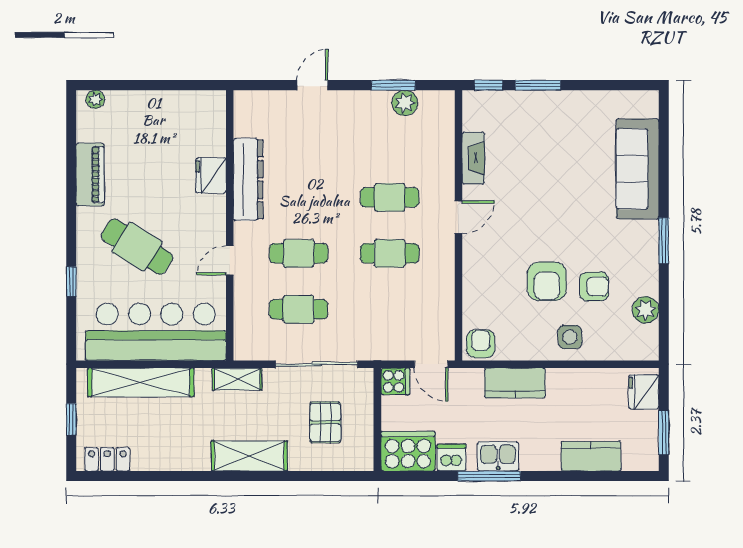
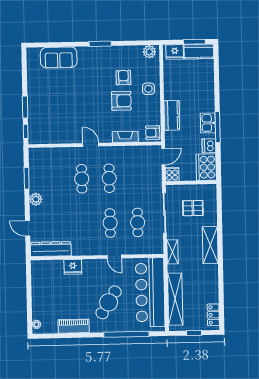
door: (312, 85) -> (28, 228), moved
plant: (405, 103) -> (36, 199), moved
fireplace: (473, 158) -> (125, 137), moved
sofa: (637, 169) -> (59, 58), width x0.73
dresser: (248, 179) -> (51, 249), moved
window: (71, 282) -> (126, 334), width x3.17
plant: (645, 310) -> (149, 52), moved
kitchen counter: (591, 456) -> (199, 51), moved, turned -90

